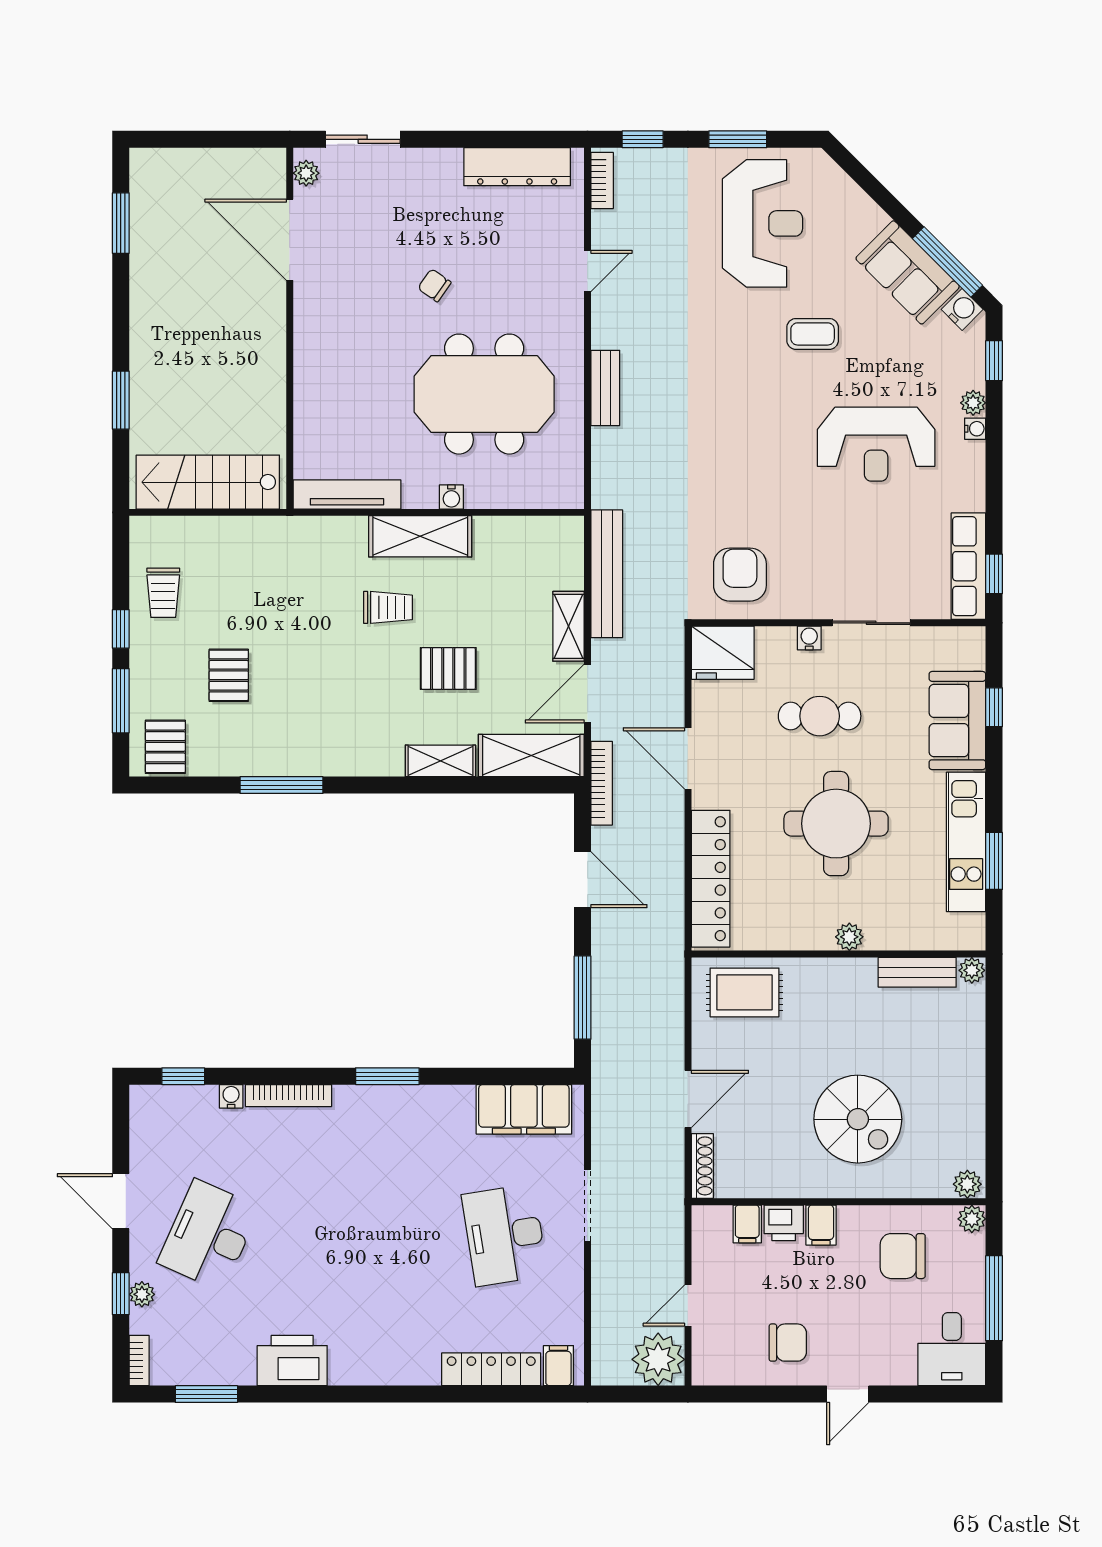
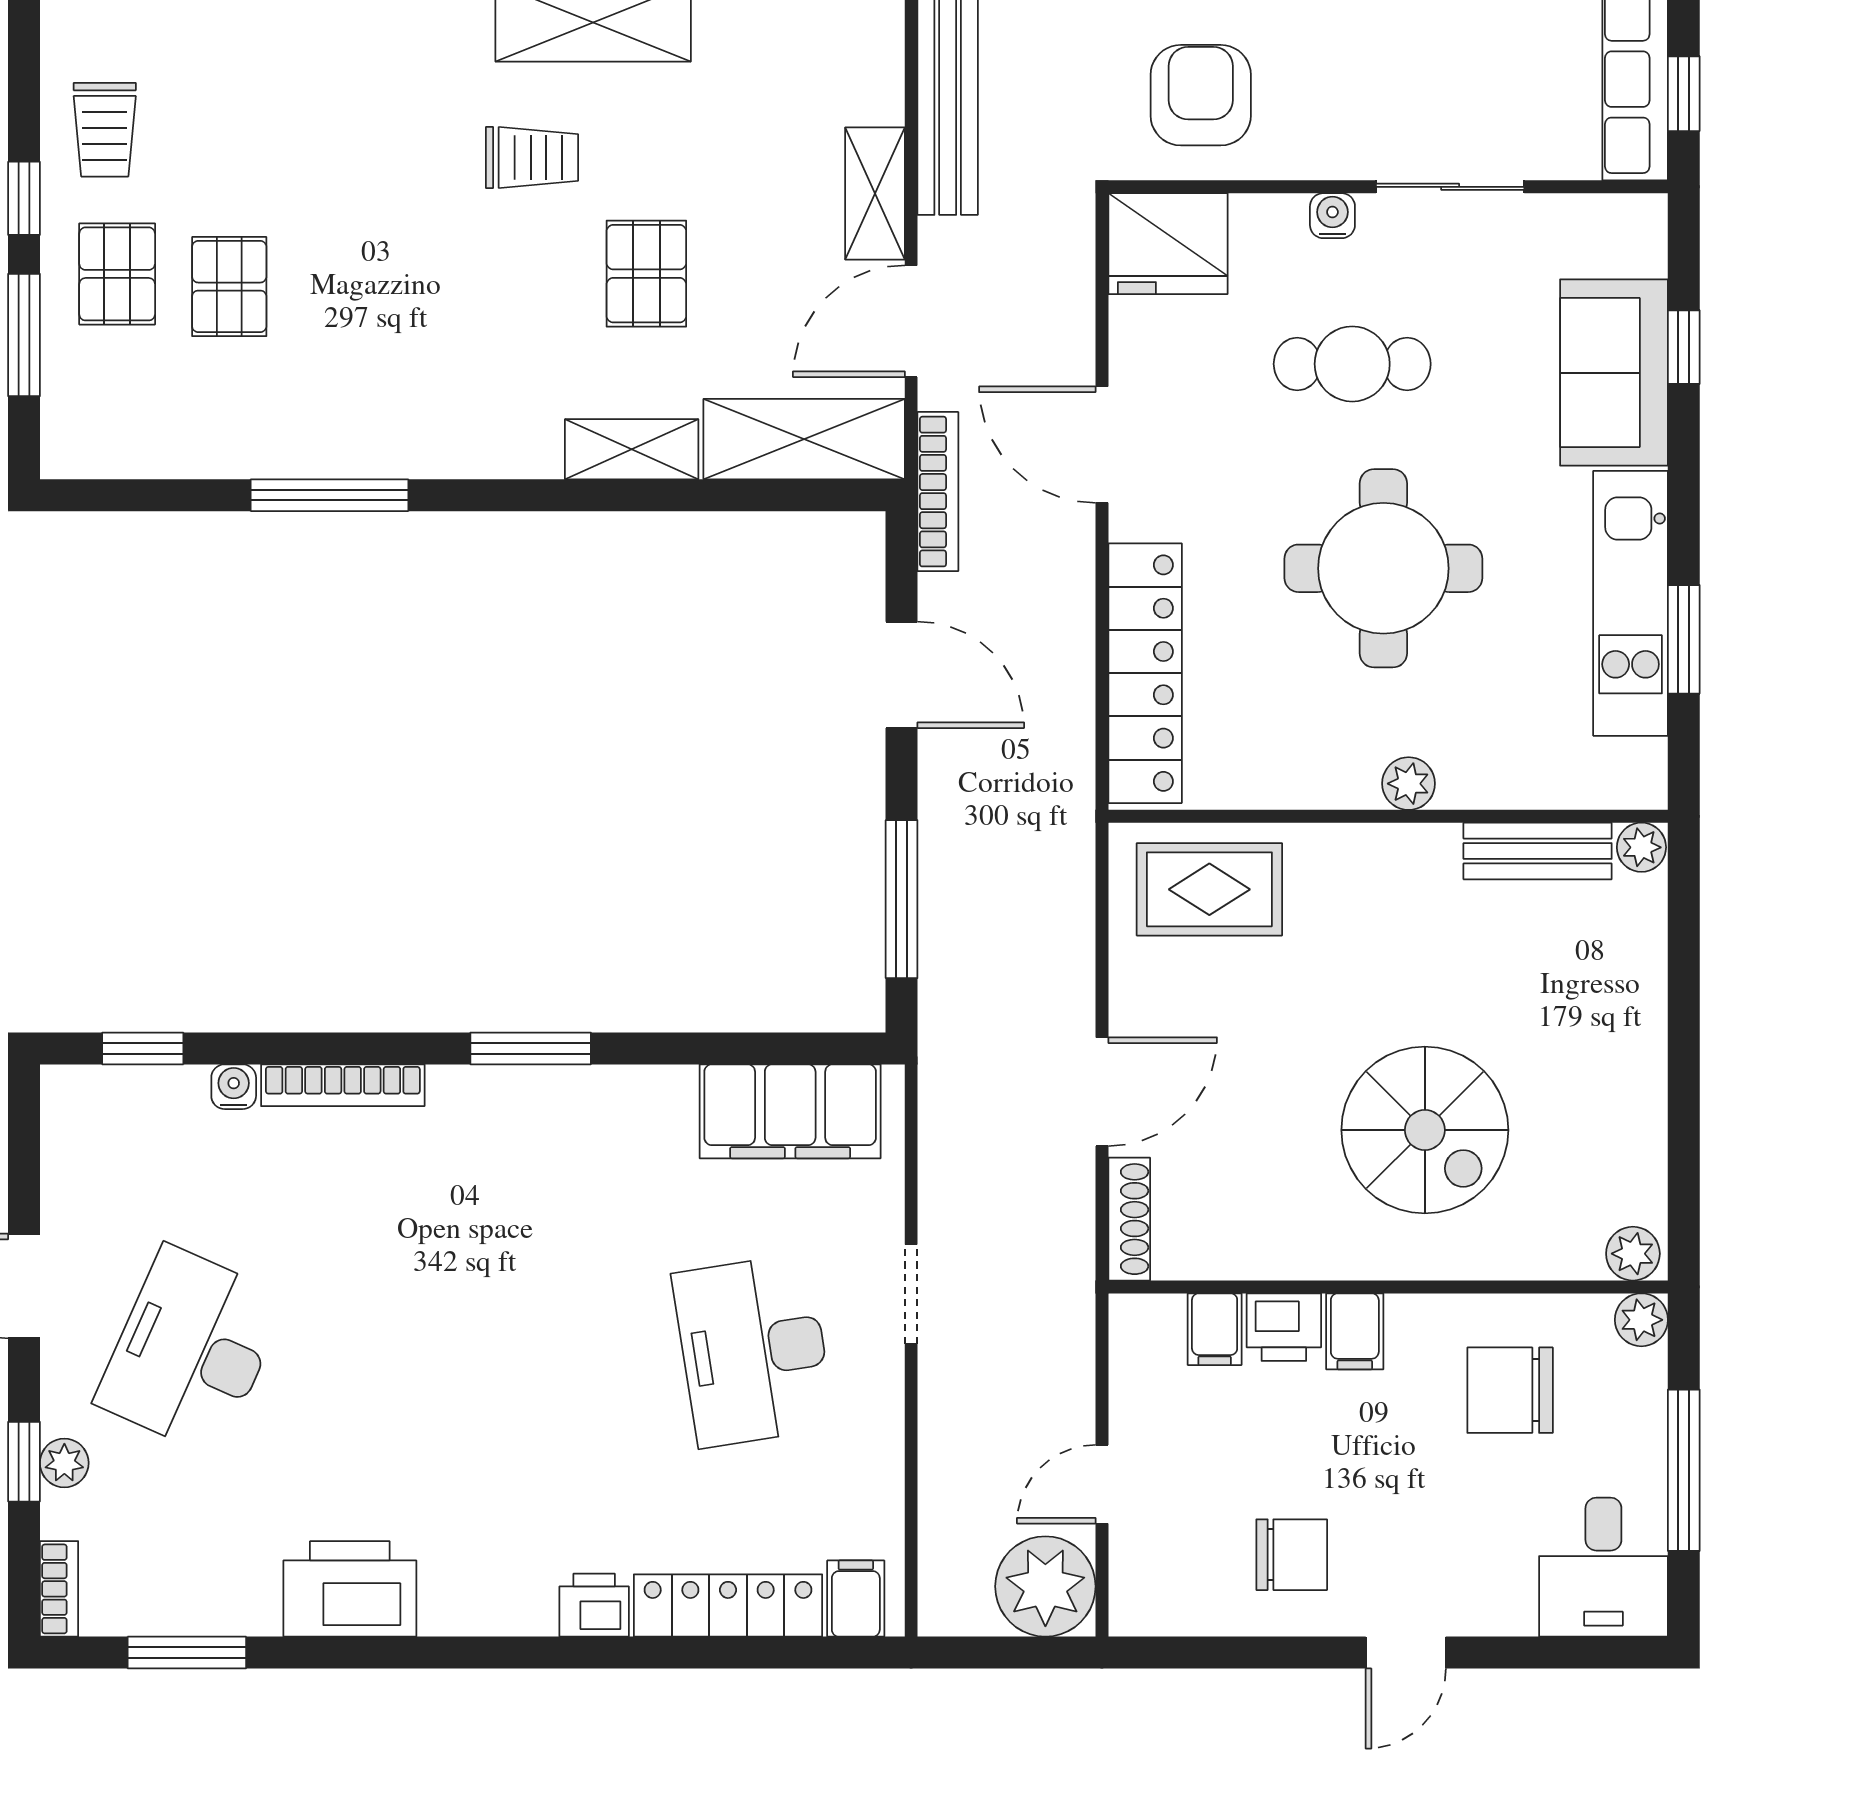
pallet: (448, 669) -> (646, 274), turned 90
pallet: (165, 747) -> (117, 274), moved
doorway: (588, 1205) -> (911, 1294), width x0.73
printer: (421, 1369) -> (594, 1605), added

